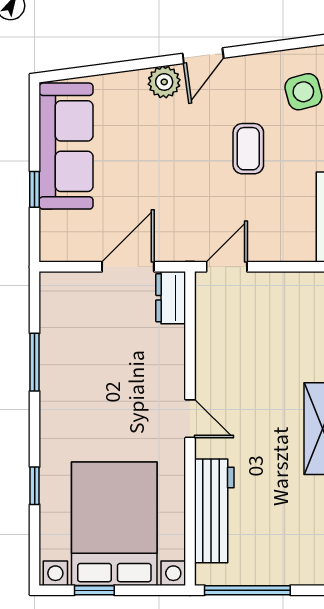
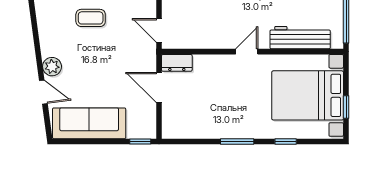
door: (203, 56) -> (43, 92), moved
window: (35, 189) -> (140, 142), moved
window: (35, 362) -> (237, 142), moved

